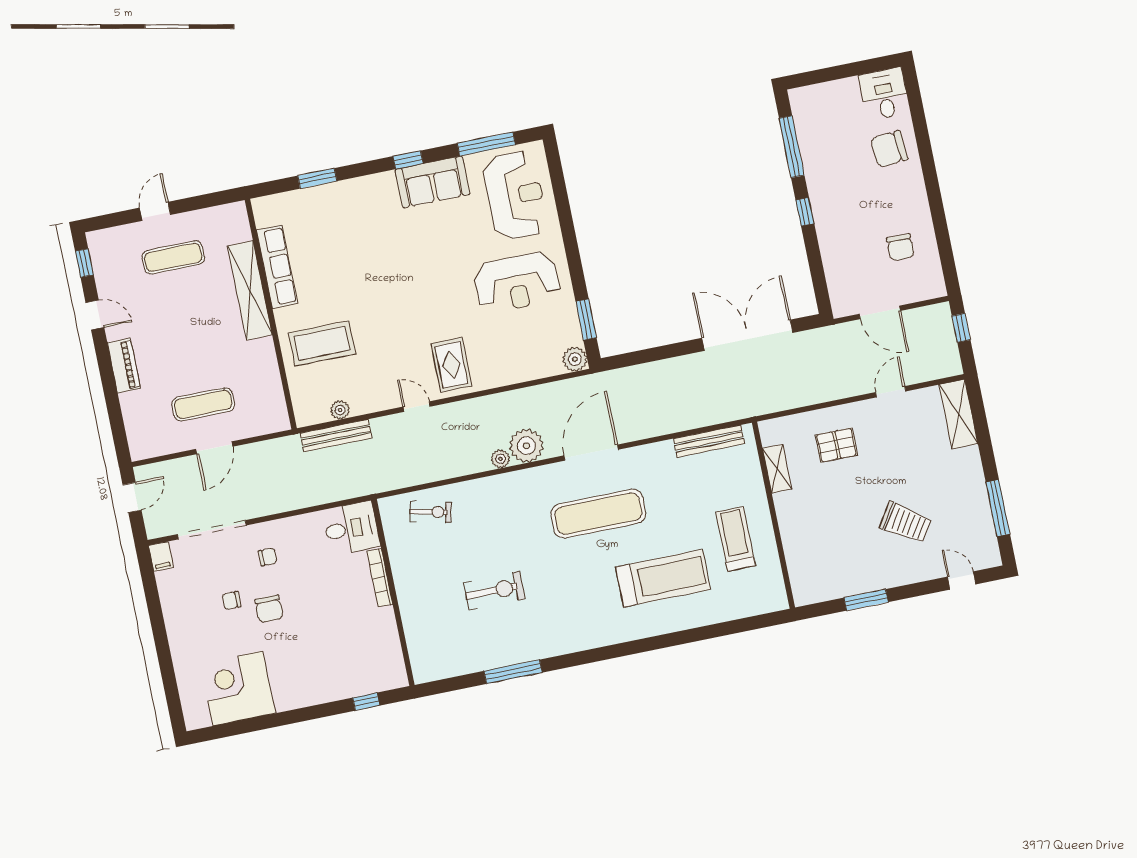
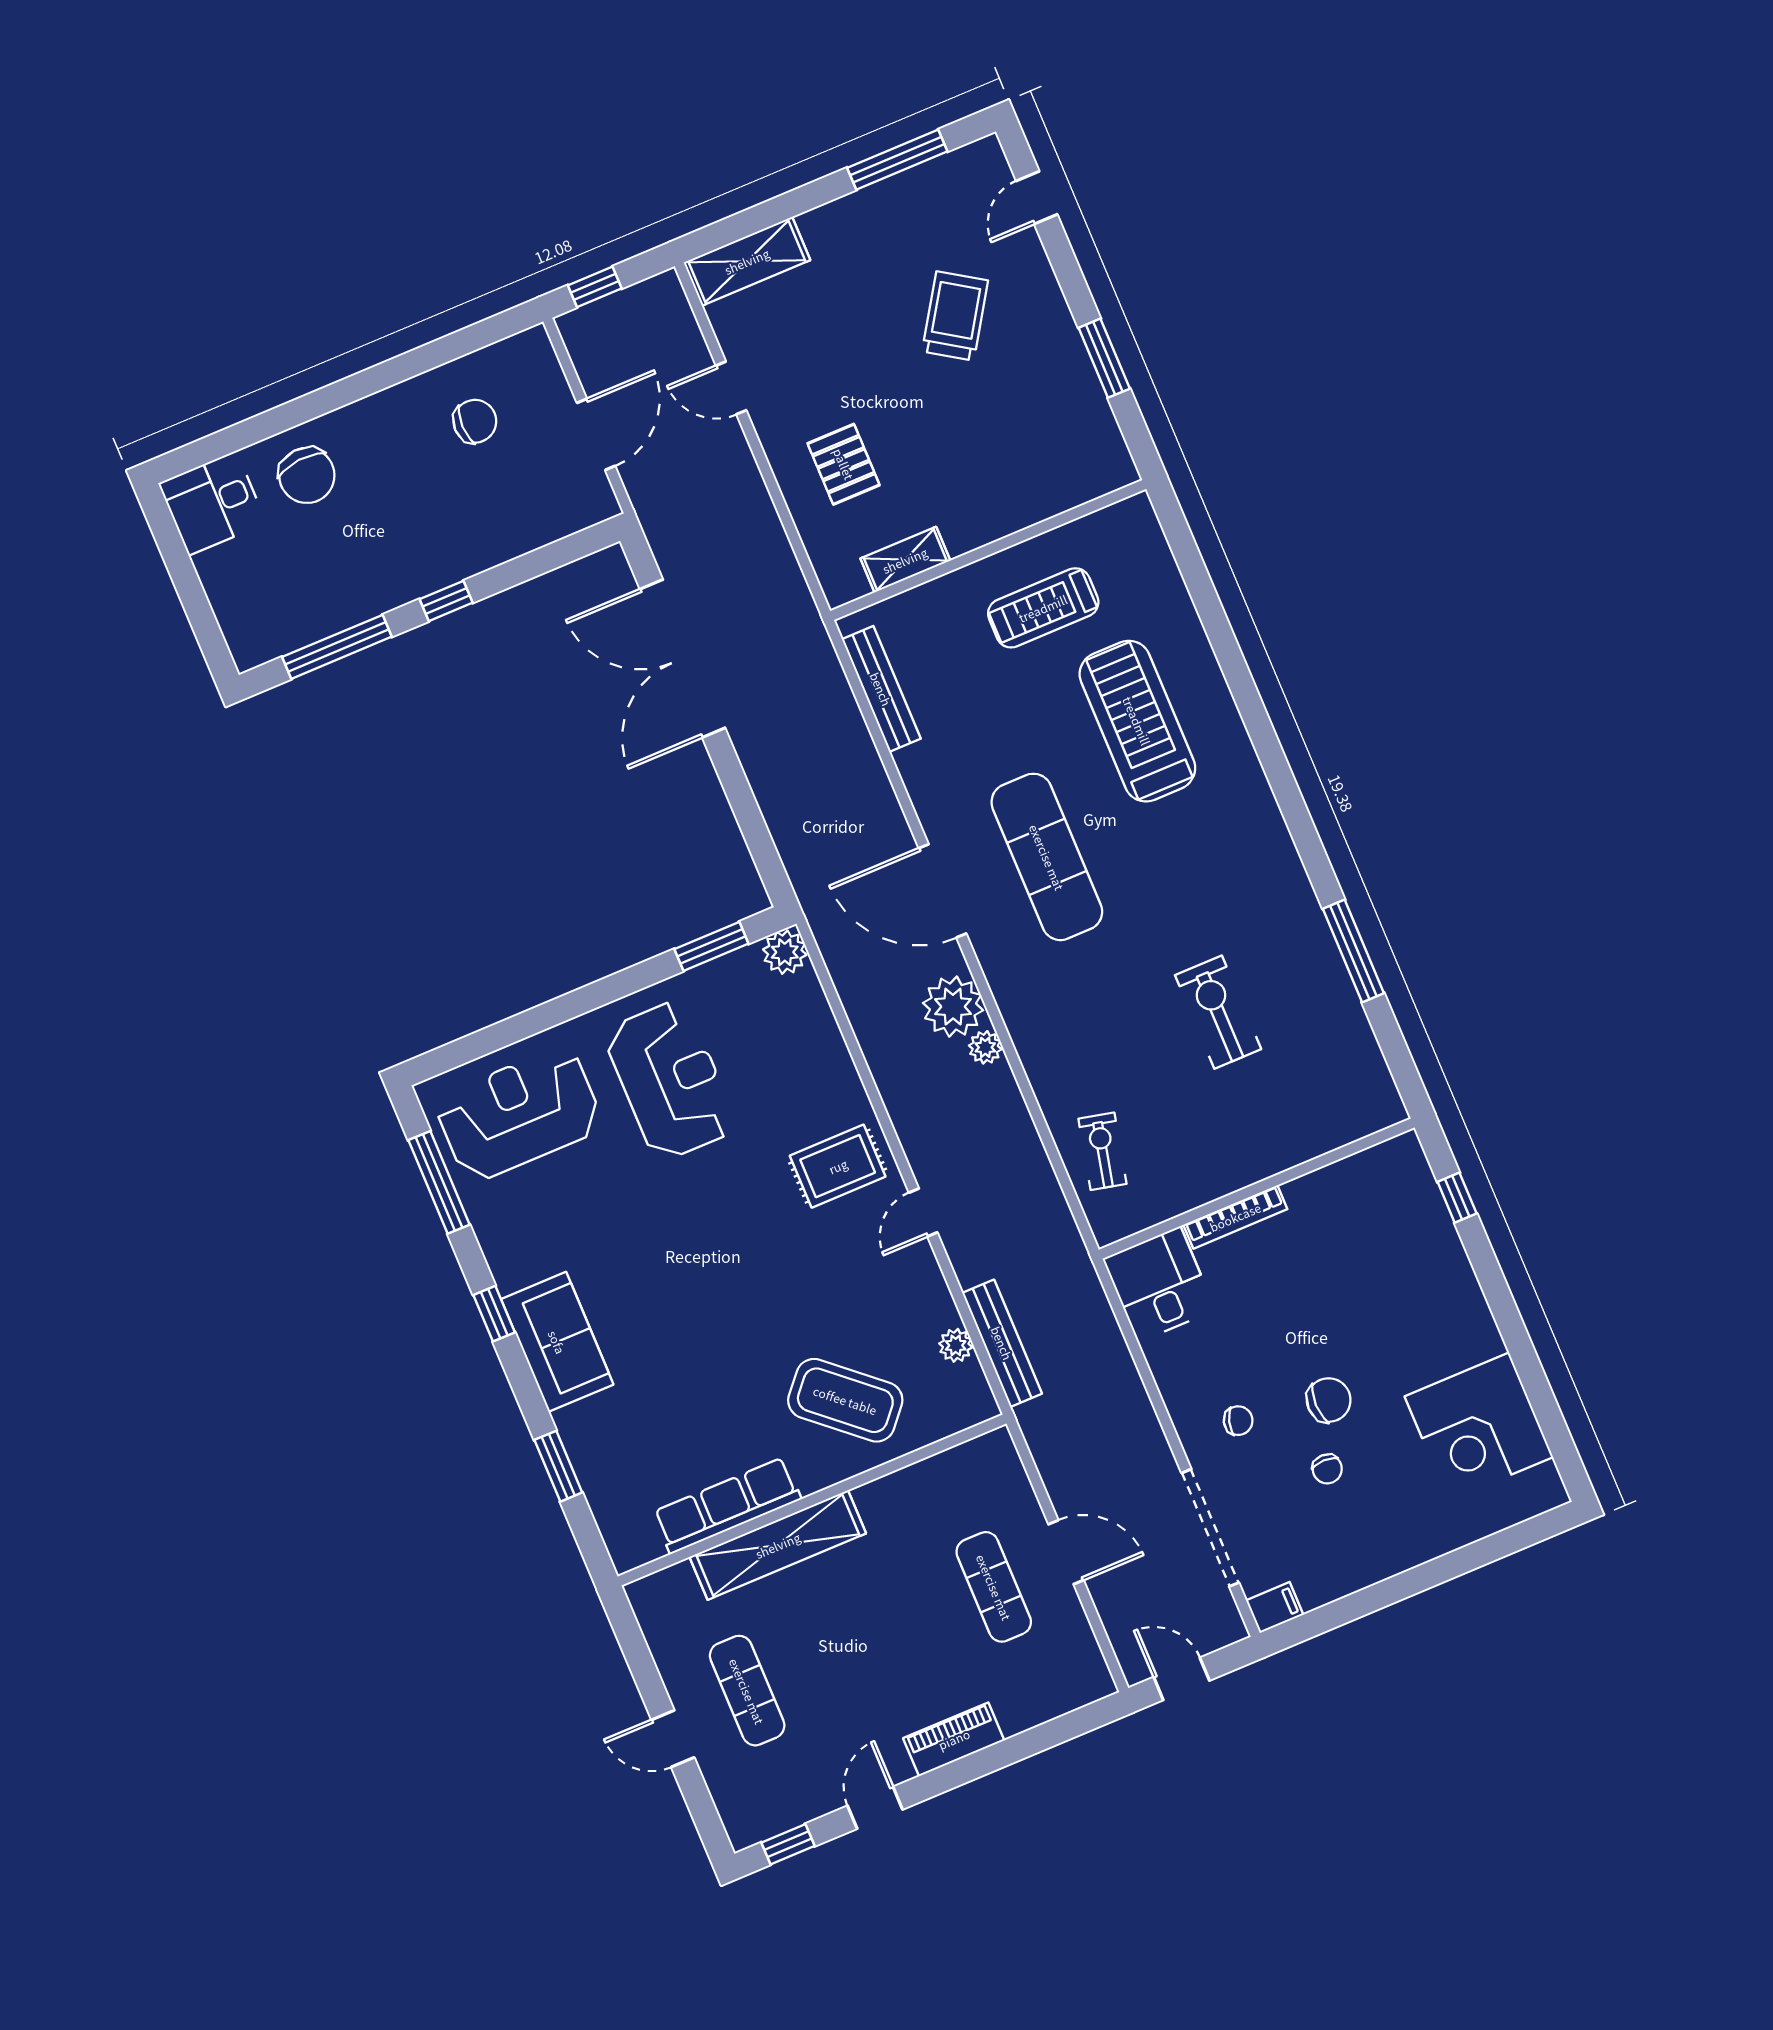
sofa: (432, 182) -> (557, 1342), moved
coffee table: (322, 343) -> (845, 1400), turned -49
chair: (268, 557) -> (1238, 1421), turned 106

